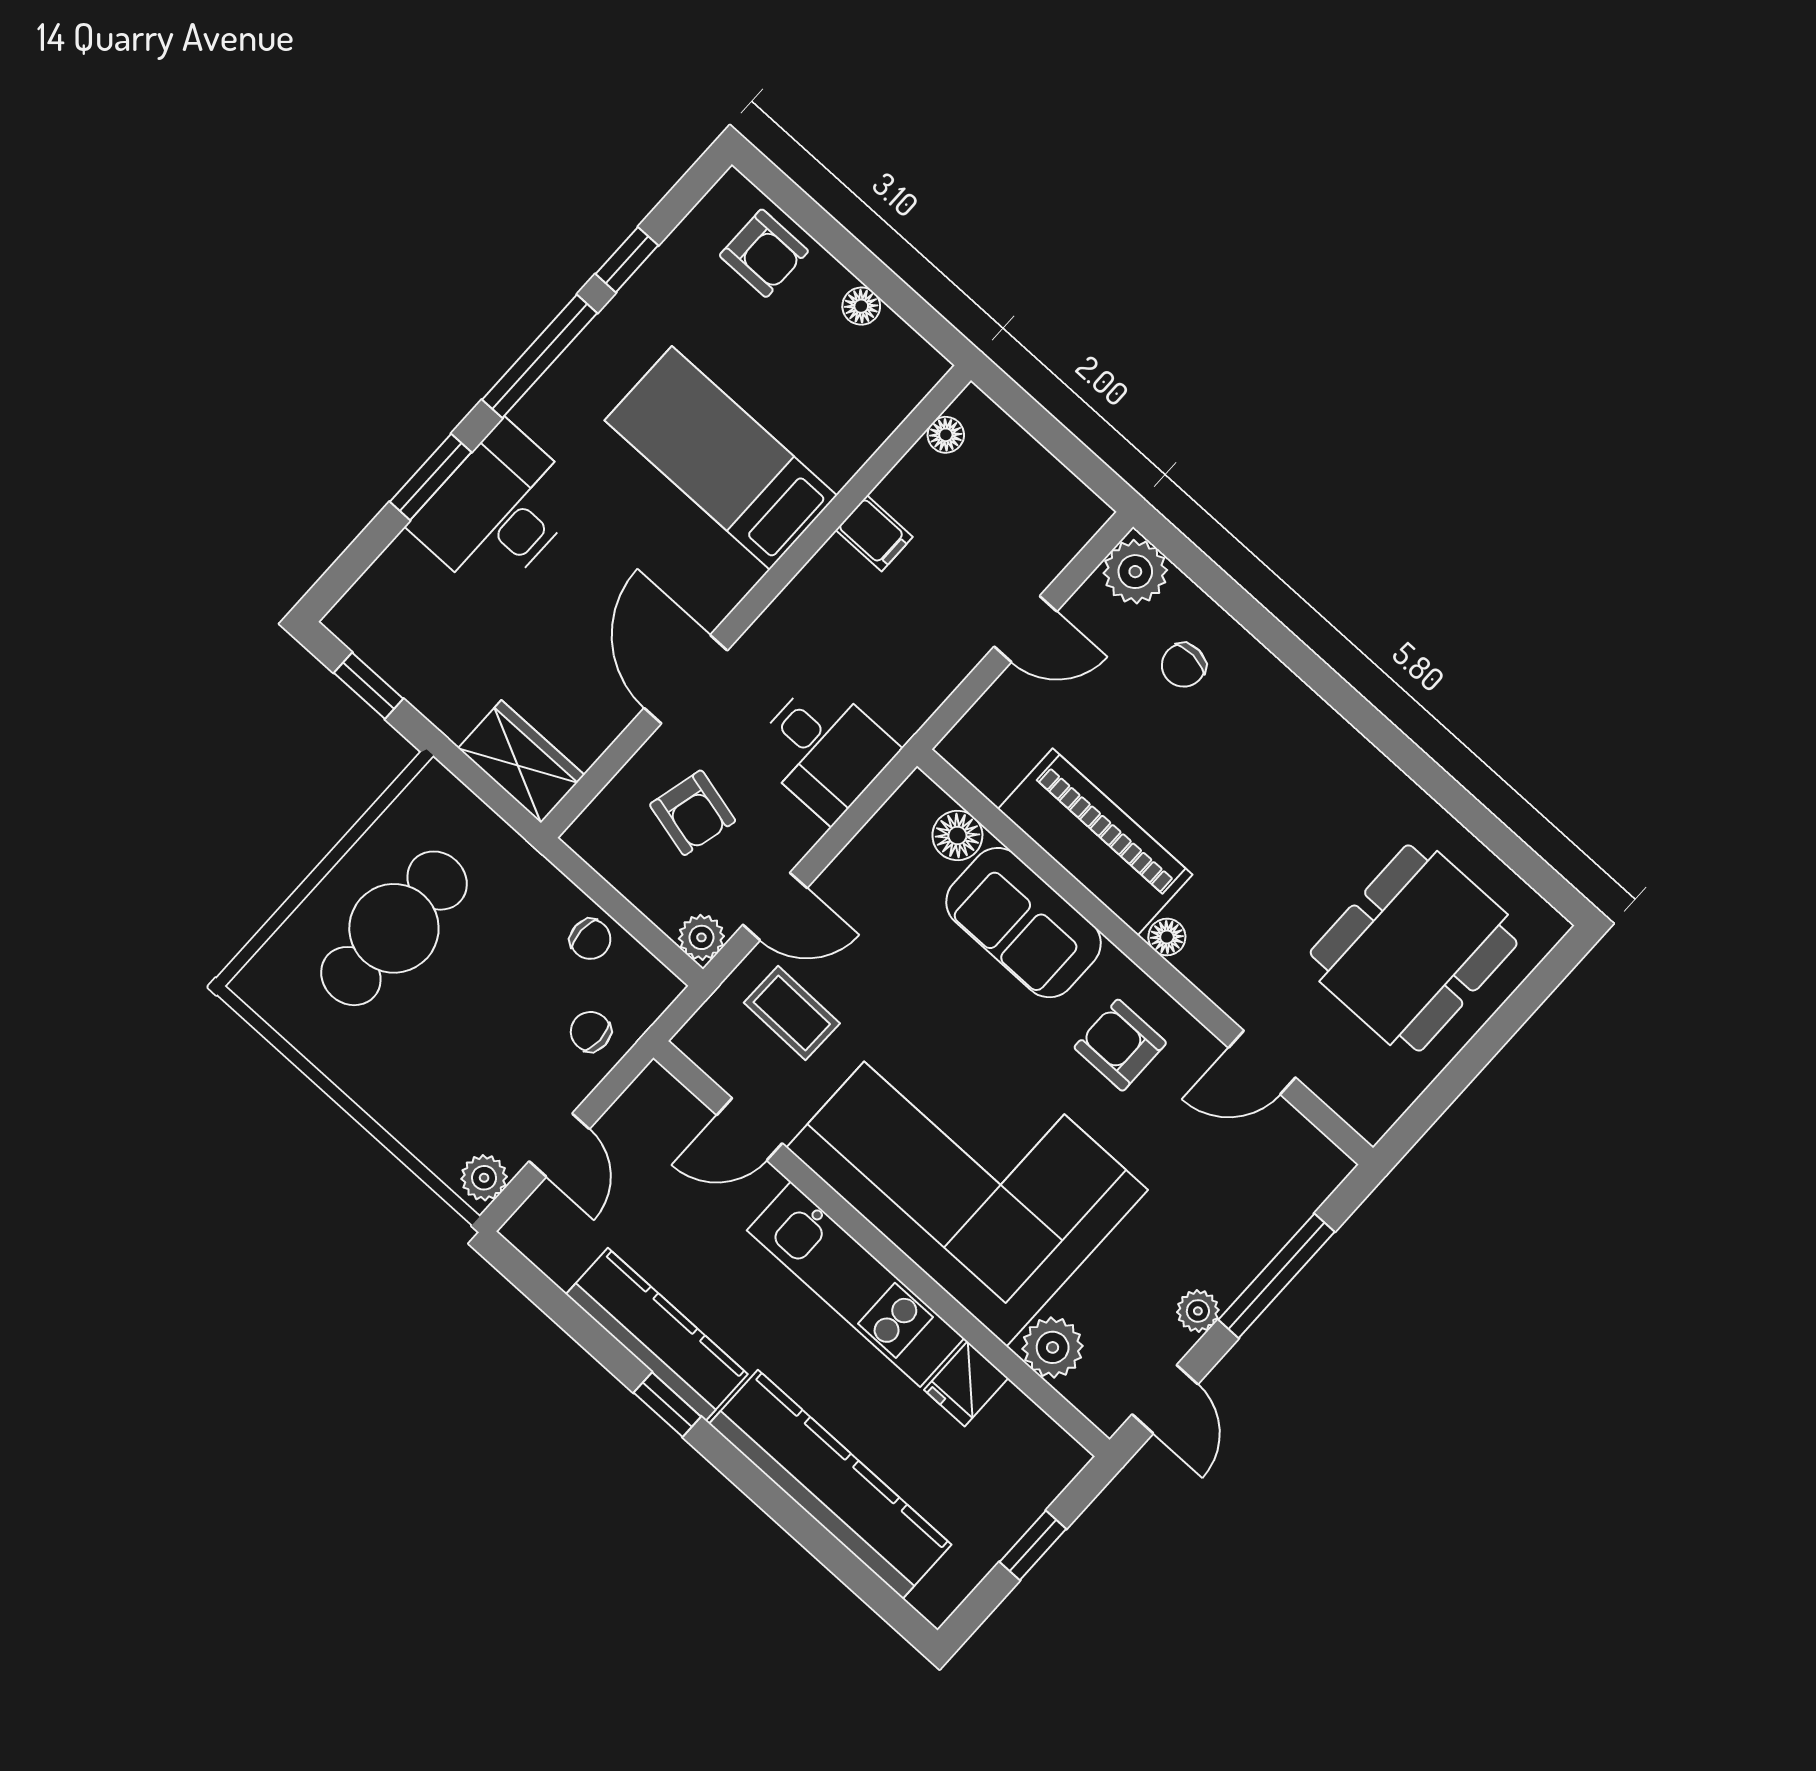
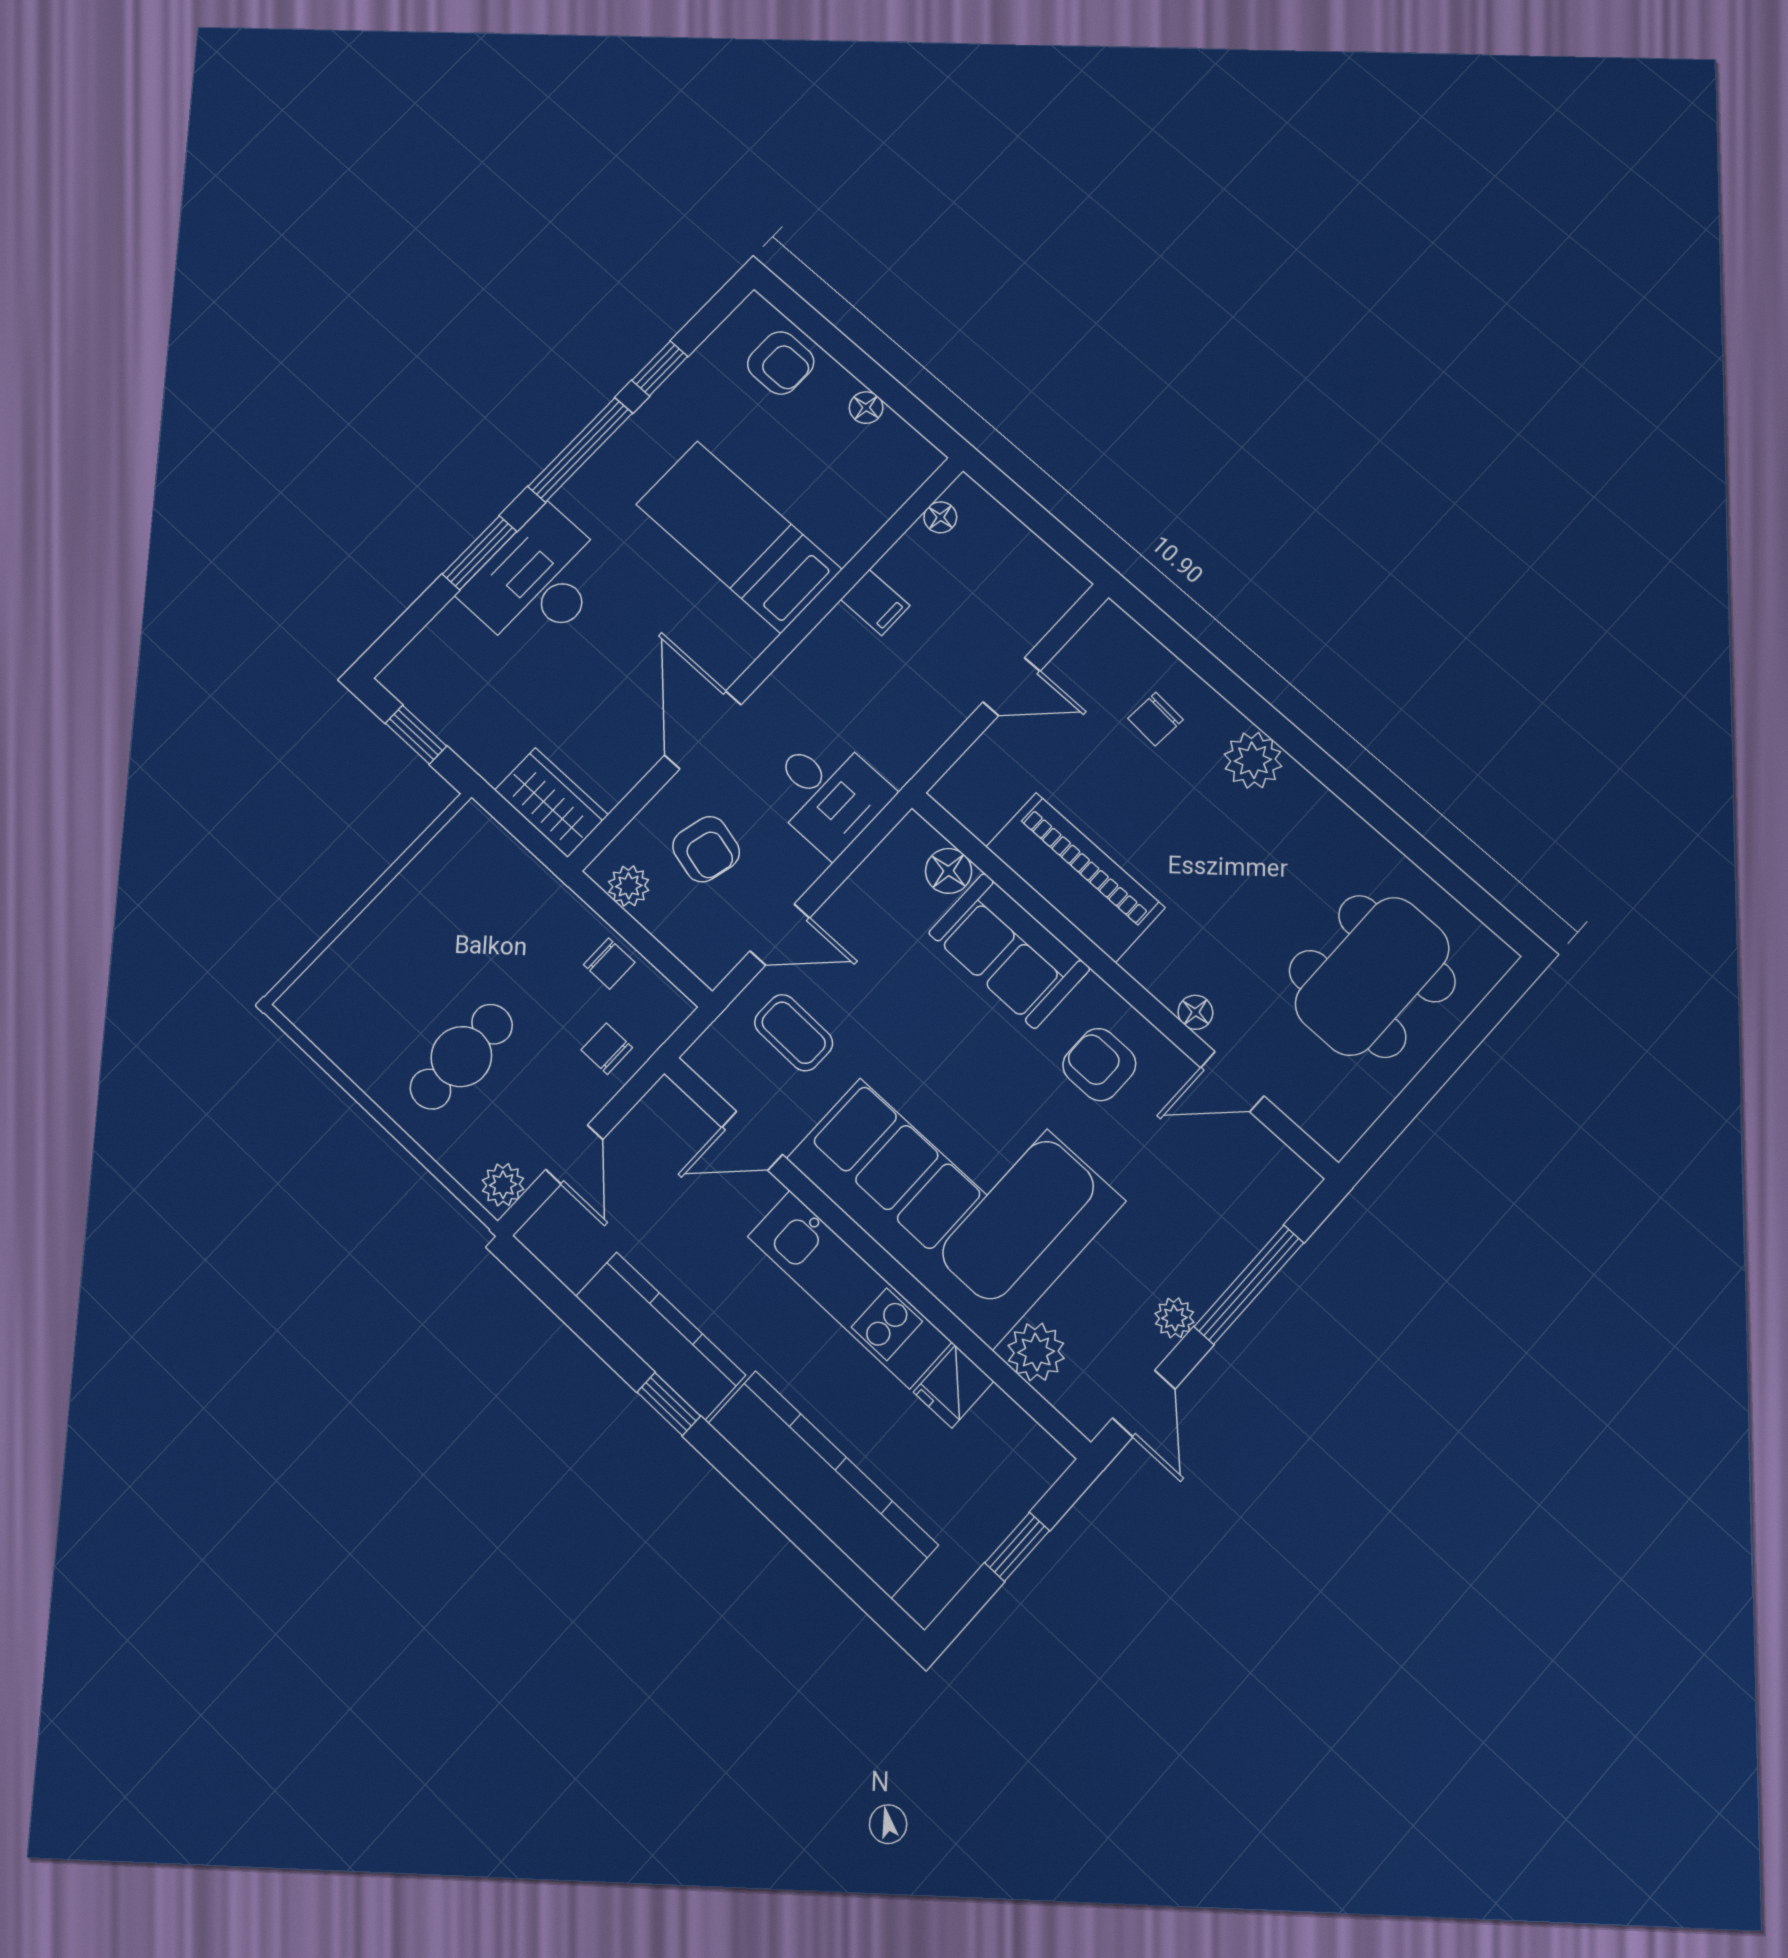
plant: (1135, 572) -> (1253, 760), moved
cafe table: (394, 928) -> (461, 1057), moved, width x0.73, depth x0.74
plant: (701, 937) -> (629, 886), moved
floor lamp: (1167, 937) -> (1195, 1012), moved

